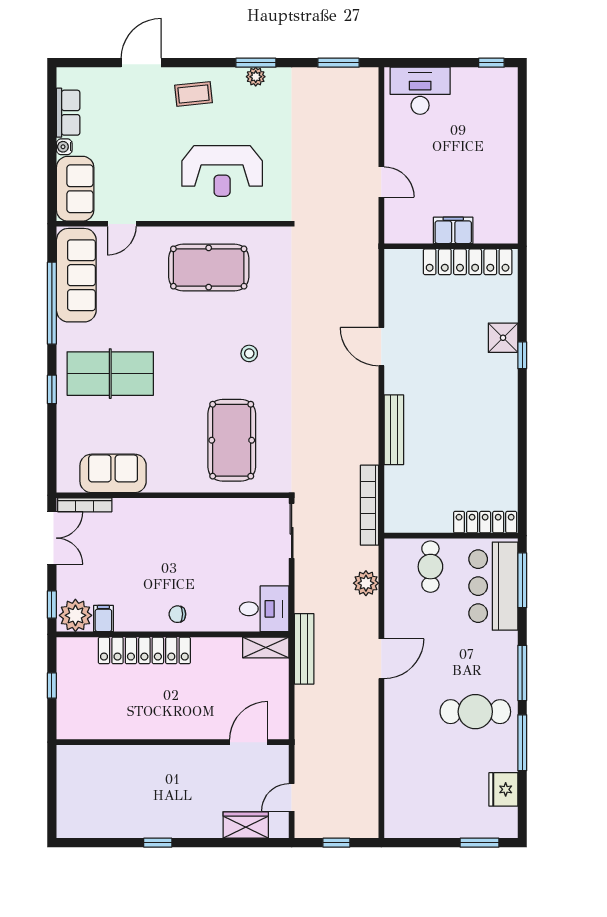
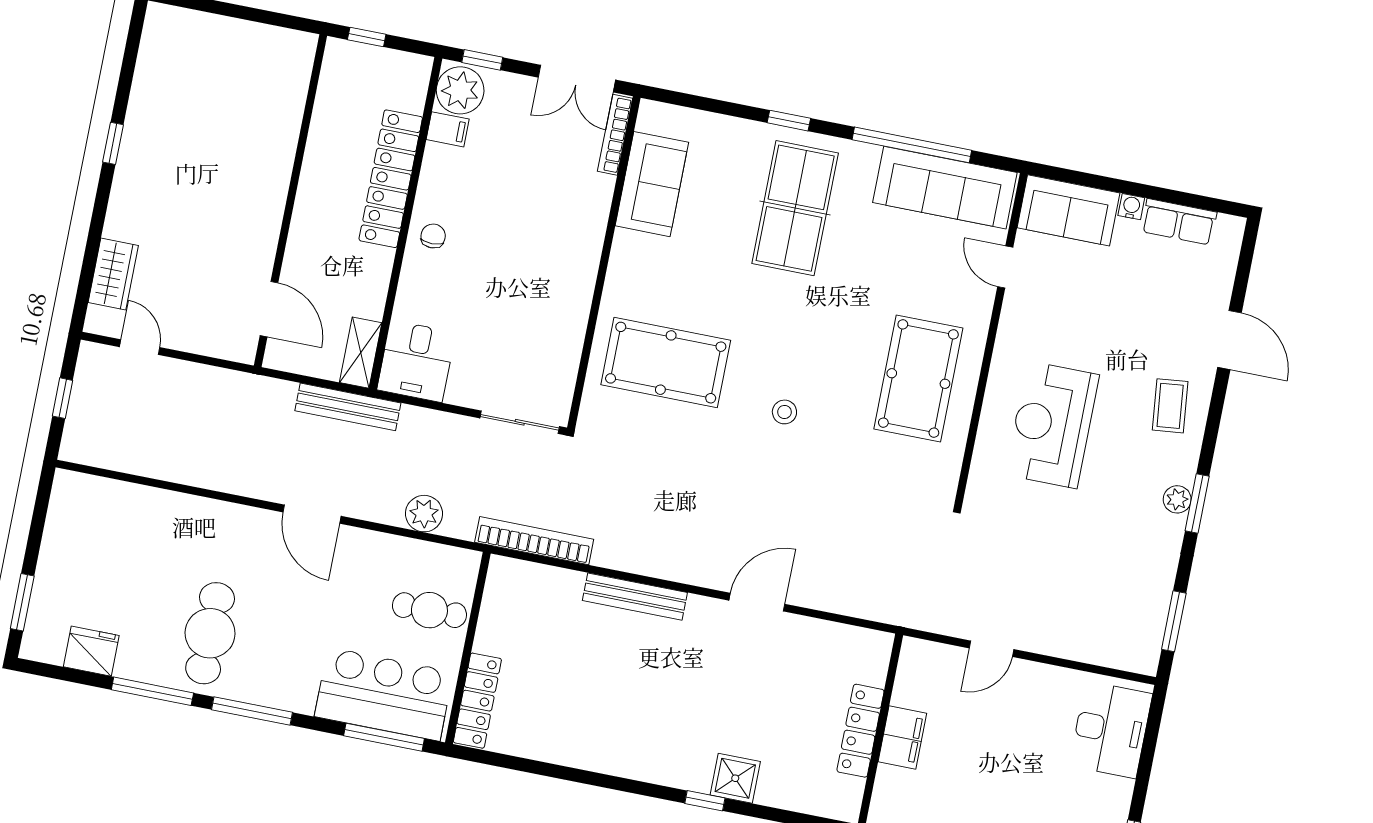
locker: (468, 262) -> (860, 731), width x0.71, depth x0.83
wall: (173, 742) -> (290, 201), moved
door: (249, 742) -> (269, 309), moved

